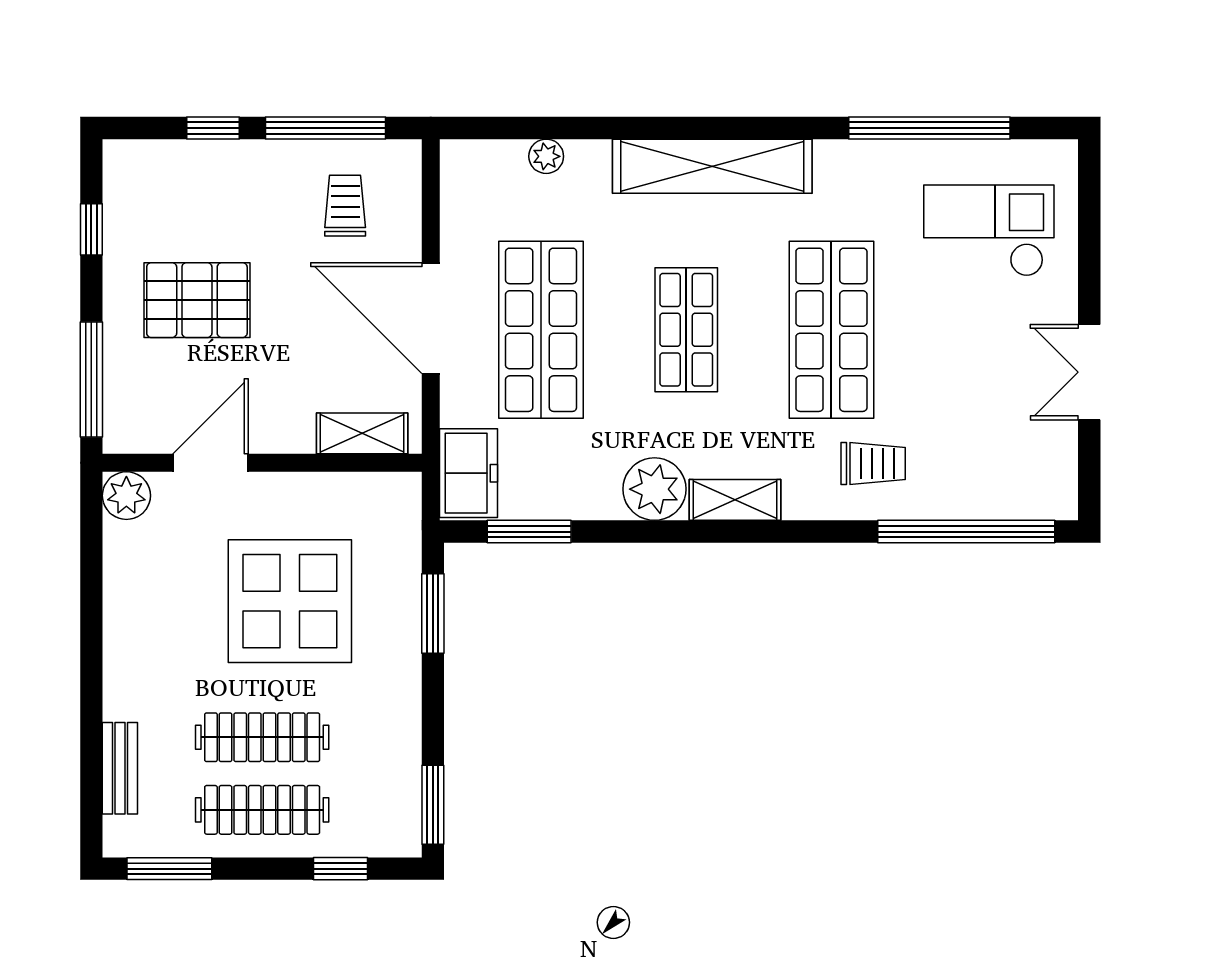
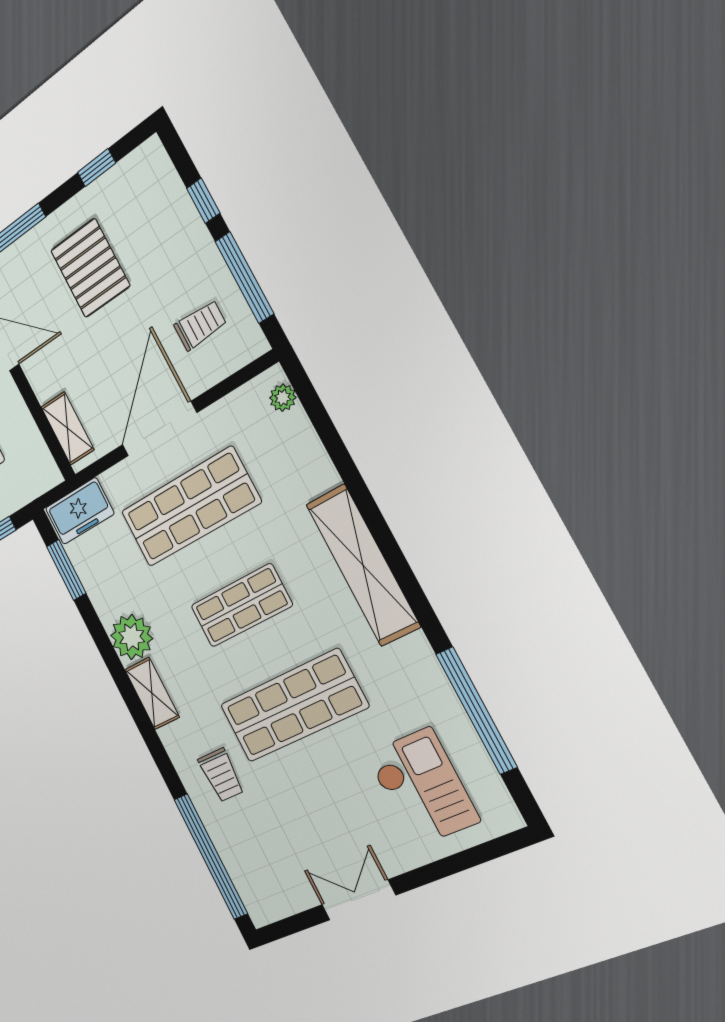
plant: (546, 156) -> (283, 398), moved

